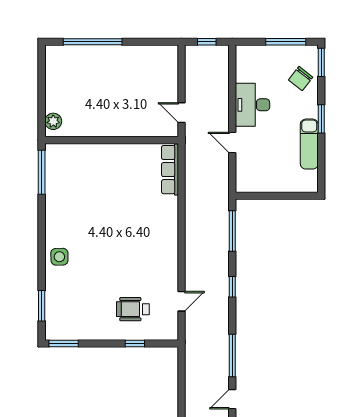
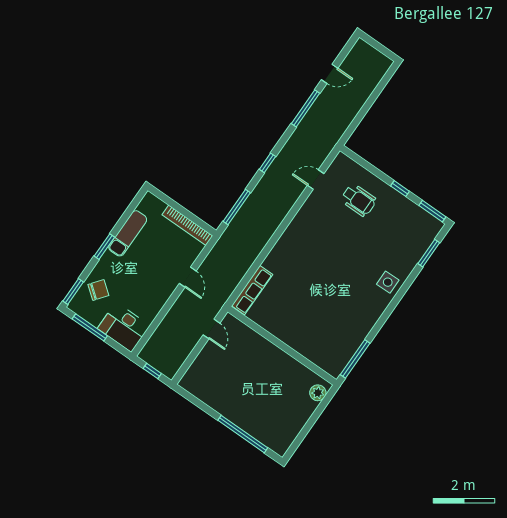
desk: (252, 105) -> (124, 327), moved, turned 90
bookcase: (263, 186) -> (187, 225), added
window: (135, 343) -> (400, 189), moved

